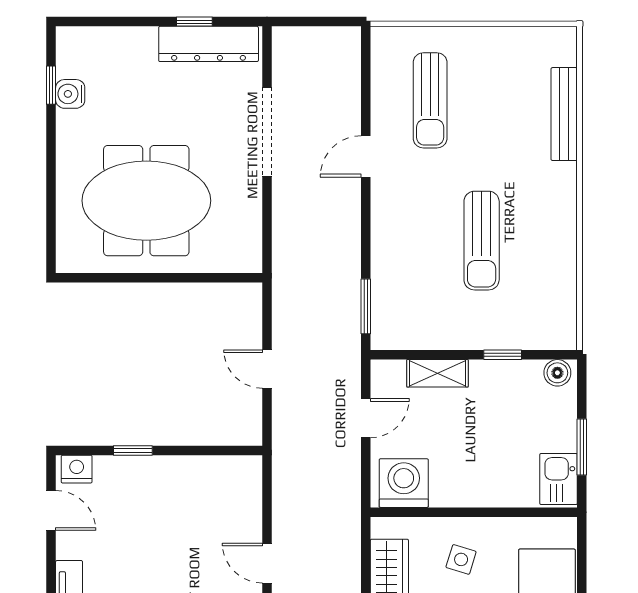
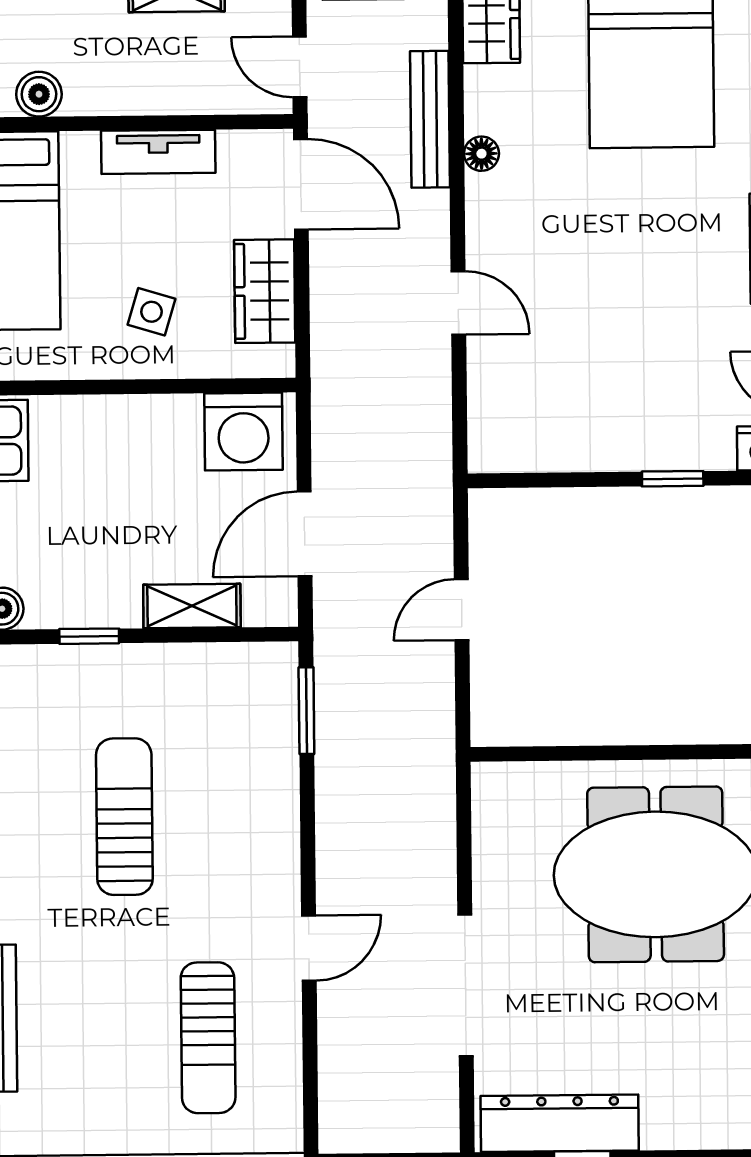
sun lounger: (430, 100) -> (208, 1038), turned 180
door: (267, 369) -> (462, 610), swing flipped
door: (366, 418) -> (305, 534), width x1.38

